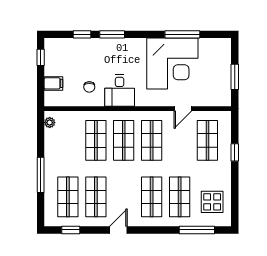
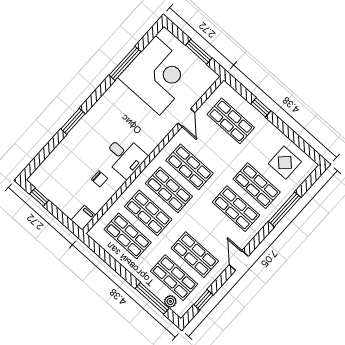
window: (82, 34) -> (51, 146), removed
corner desk: (172, 64) -> (157, 75), moved
filing cabinet: (53, 83) -> (83, 218), moved
plant: (50, 123) -> (170, 301), moved
shop shelf: (68, 140) -> (128, 236), added
window: (41, 175) -> (152, 298), moved
window: (197, 230) -> (285, 209), moved

